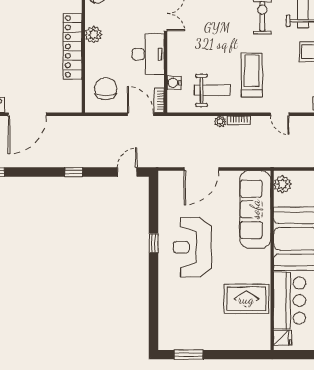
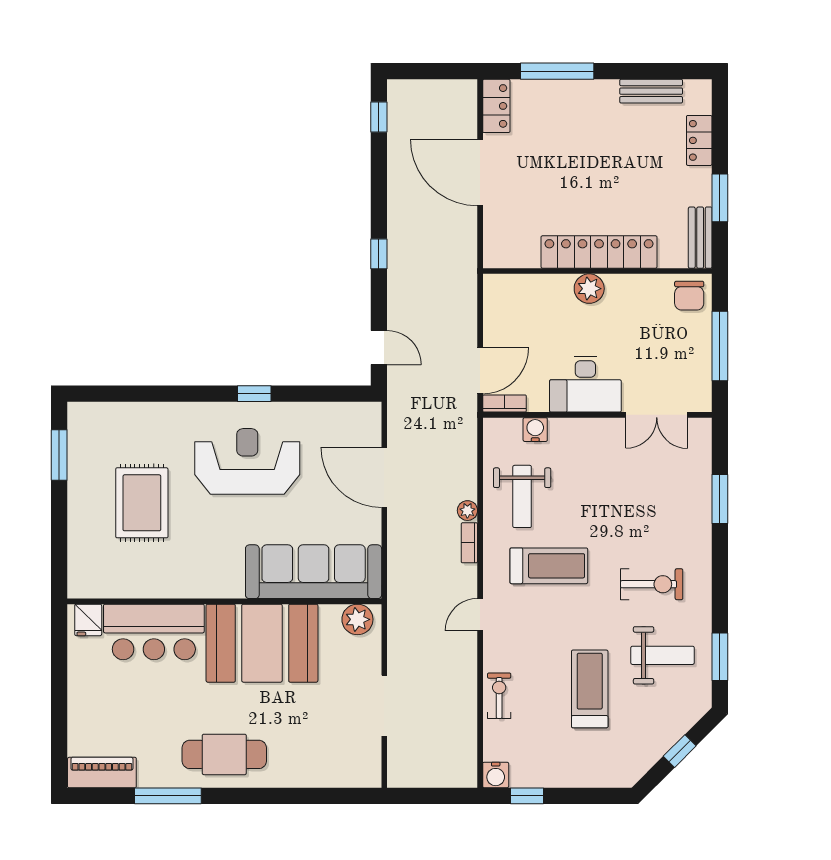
plant: (93, 35) -> (589, 289), moved
chair: (106, 89) -> (525, 310), removed
rug: (246, 299) -> (142, 503), moved

